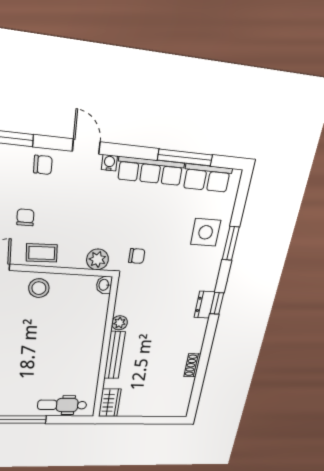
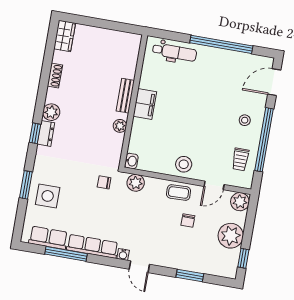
chair: (43, 165) -> (171, 257), removed
plant: (198, 328) -> (51, 112), added
filing cabinet: (92, 350) -> (145, 104), added
bench: (114, 355) -> (125, 96), width x0.73
wardrobe: (110, 403) -> (65, 36), moved, turned 180

